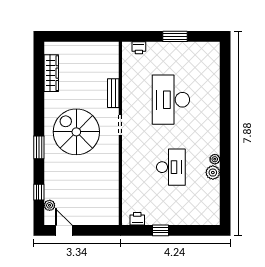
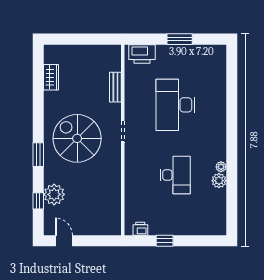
printer: (139, 48) -> (142, 54), width x1.87, depth x1.48
wardrobe: (51, 73) -> (51, 77), width x0.67
bench: (113, 93) -> (115, 87), moved
plant: (50, 205) -> (54, 194), moved, width x1.87, depth x1.87

